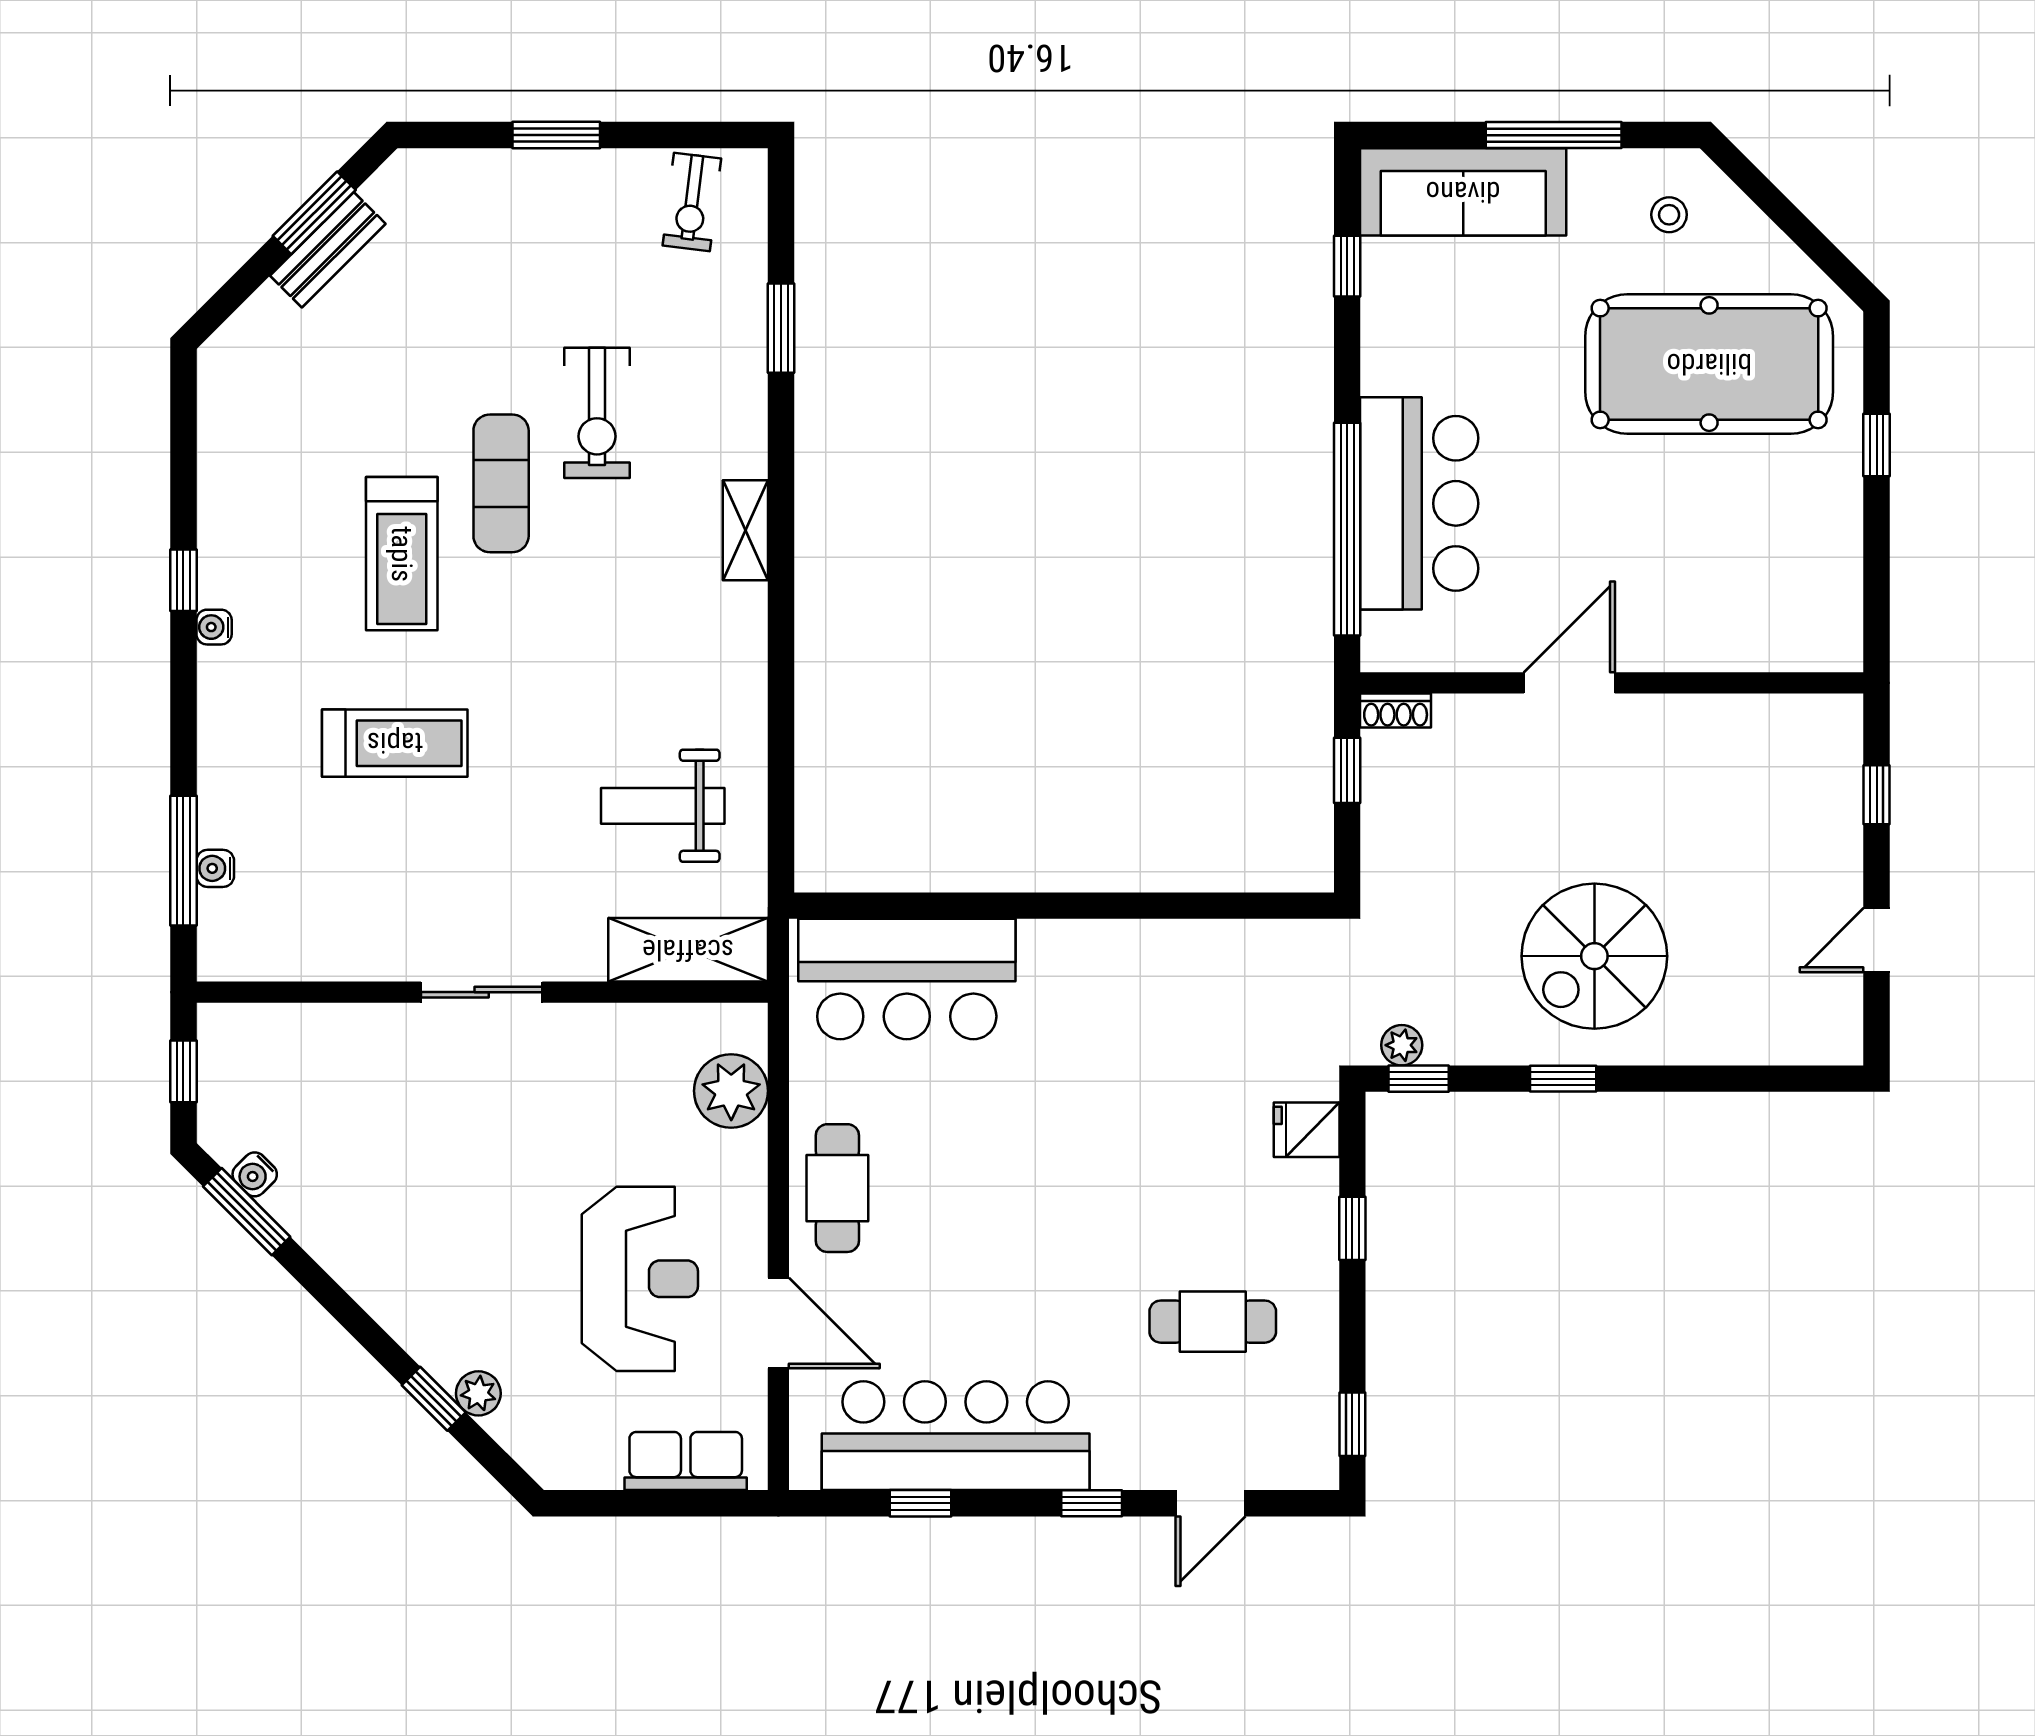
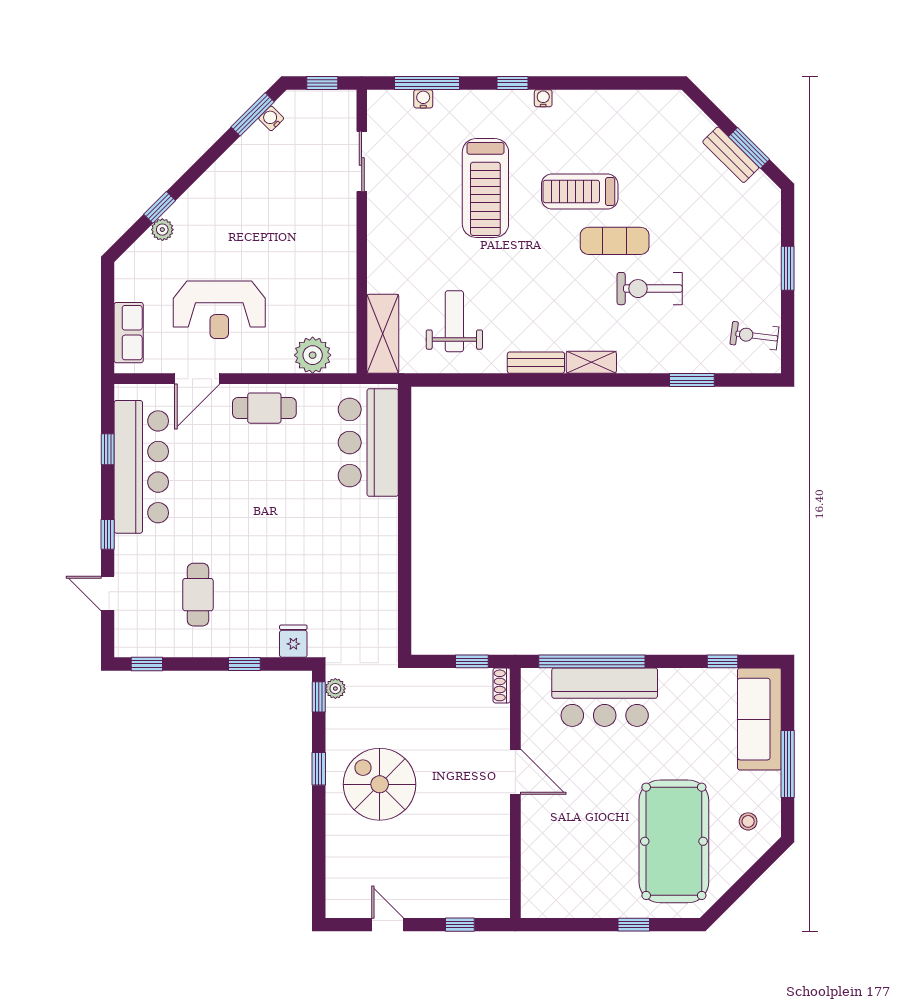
window: (183, 580) -> (513, 83), moved
bench: (746, 642) -> (536, 363), added
treadmill: (395, 743) -> (485, 188), width x1.37, depth x1.38
sliding door: (482, 992) -> (362, 161), moved

